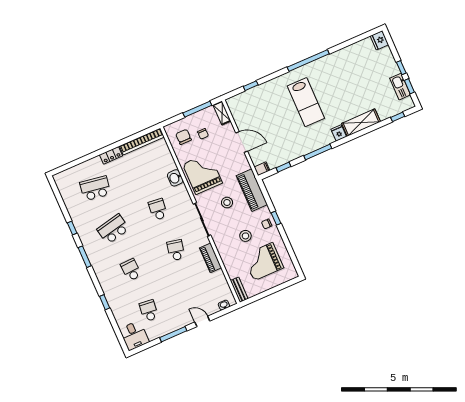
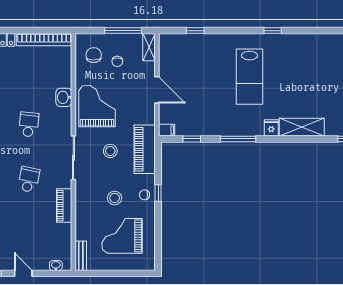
window: (308, 60) -> (273, 31), width x0.32

